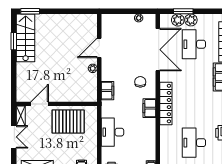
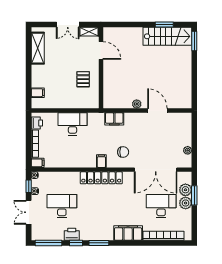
filing cabinet: (149, 108) -> (101, 161), width x0.50
pallet: (68, 122) -> (83, 79), width x0.49, depth x0.50

